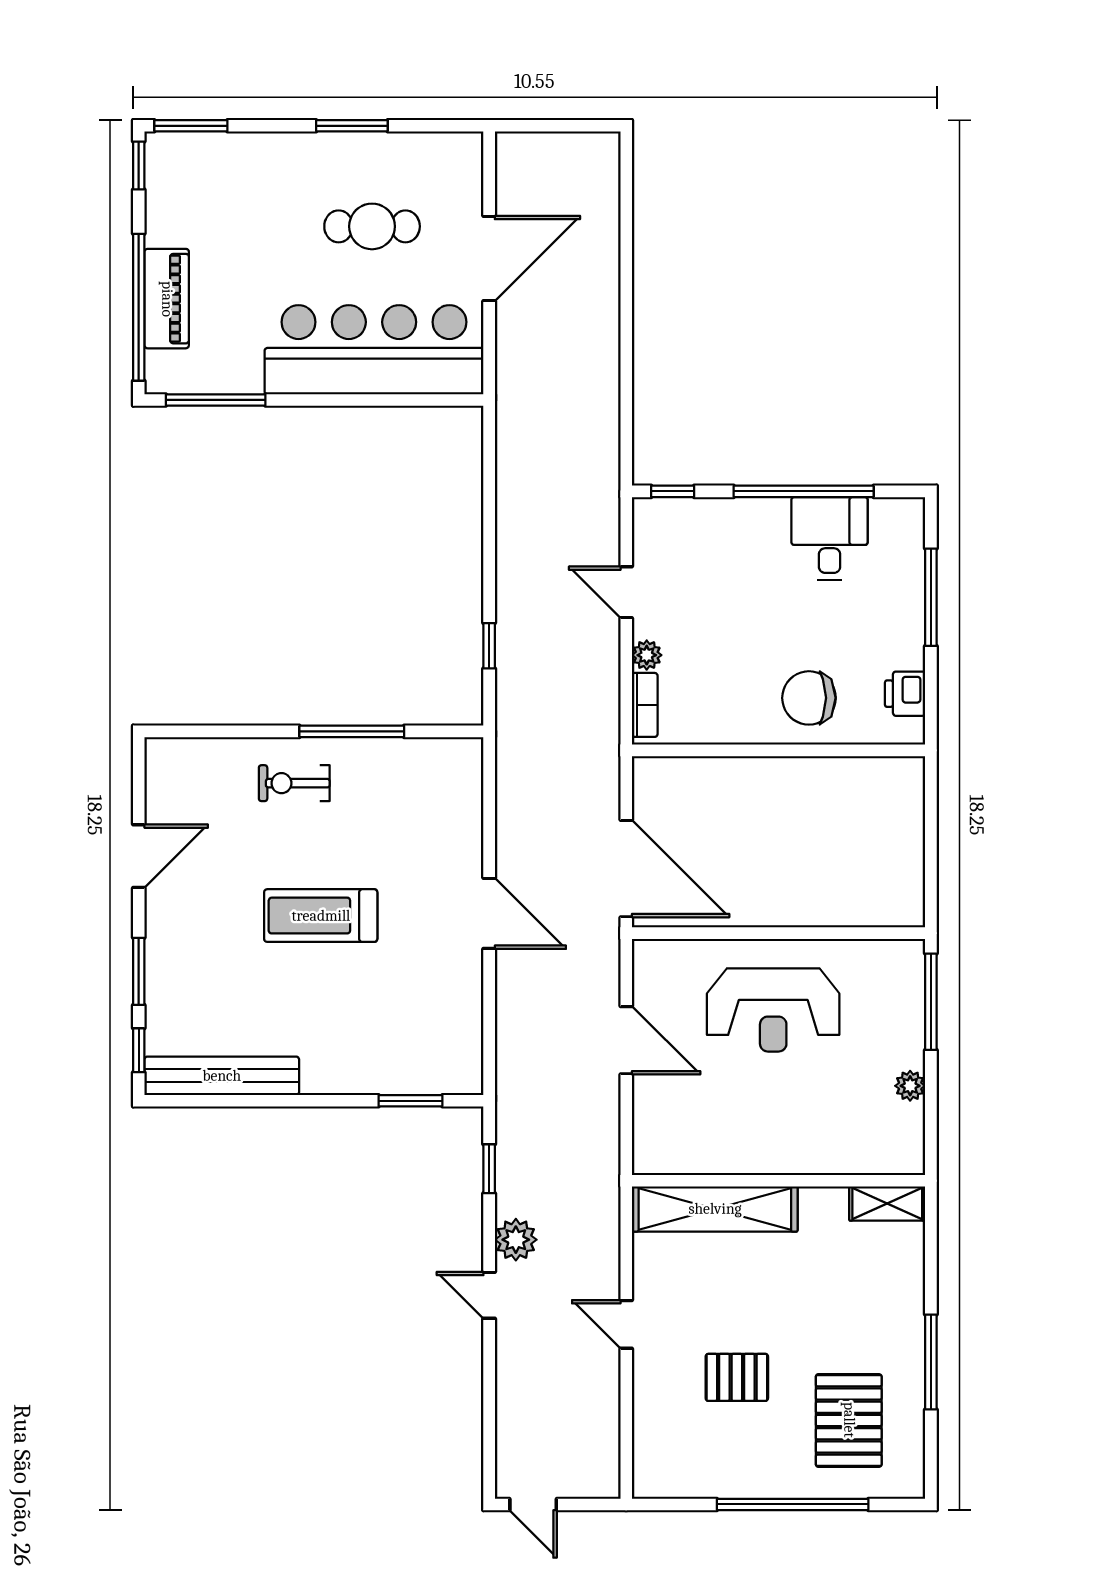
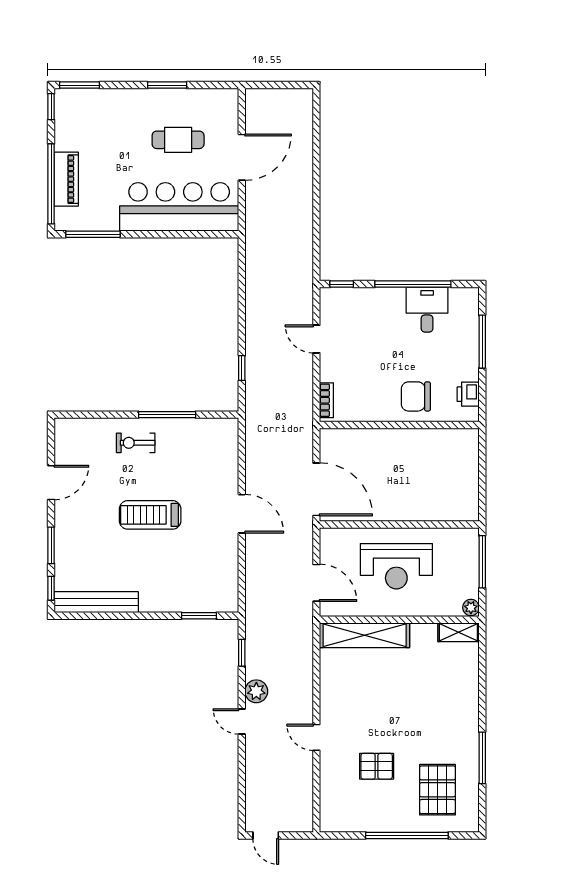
plant: (647, 655) -> (328, 373), removed
wall: (779, 1181) -> (399, 620), moved
shelving: (887, 1204) -> (458, 632), moved
shelving: (715, 1209) -> (365, 635), moved

